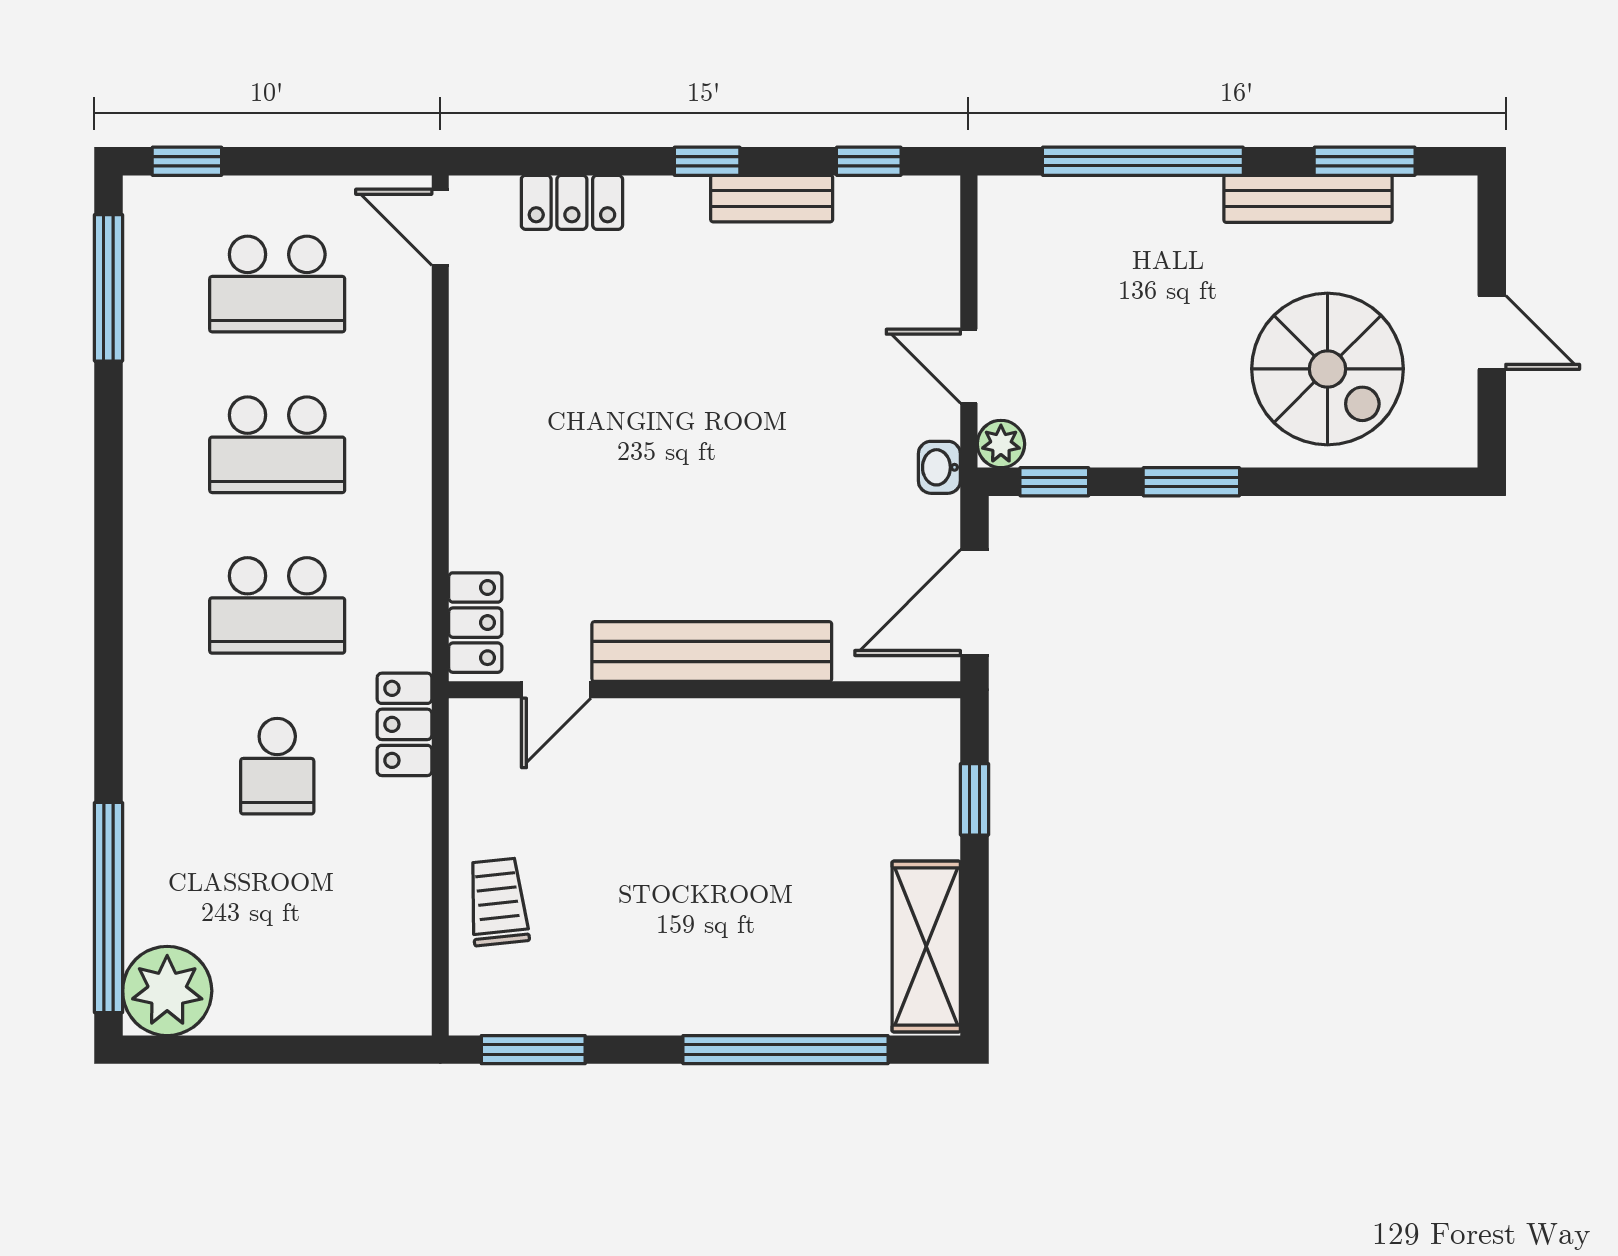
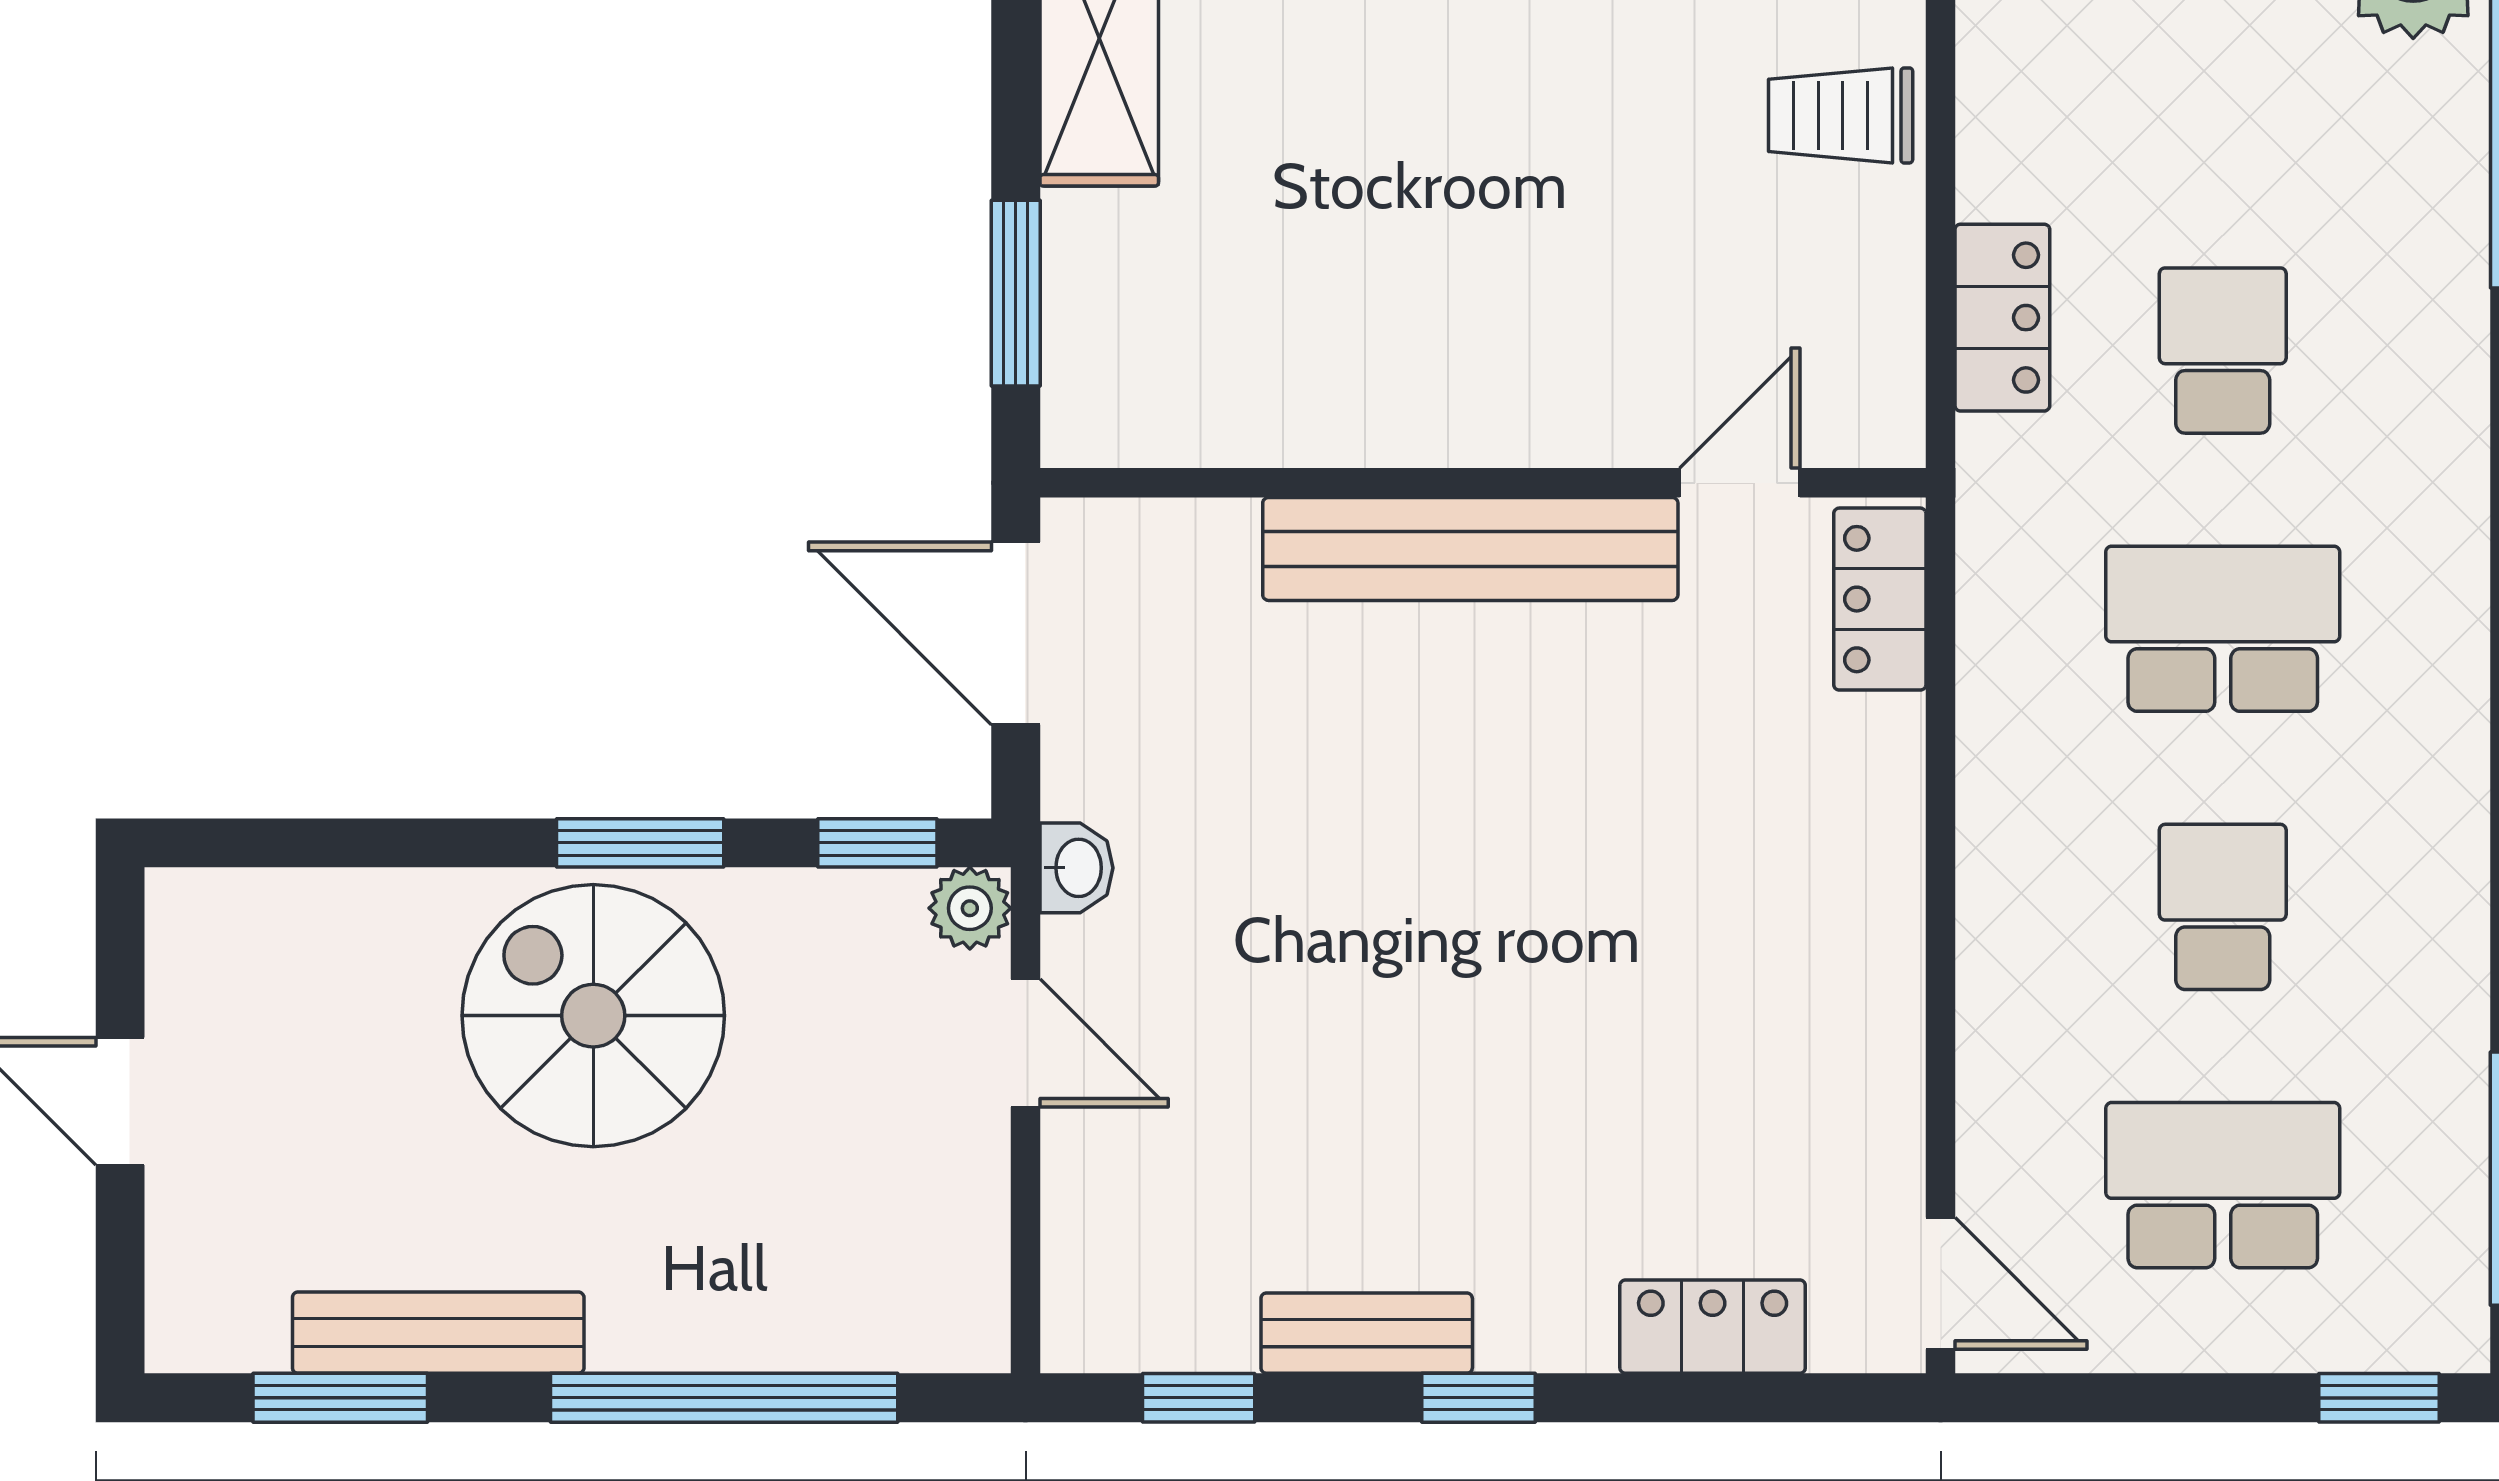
spiral stairs: (1327, 369) -> (593, 1016), moved
school desk: (277, 445) -> (2223, 907), width x0.54
door: (974, 603) -> (1016, 633), swing flipped
locker: (405, 724) -> (2002, 318), moved
window: (974, 799) -> (1016, 293), width x1.50
trolley: (498, 902) -> (1841, 115), turned 96

